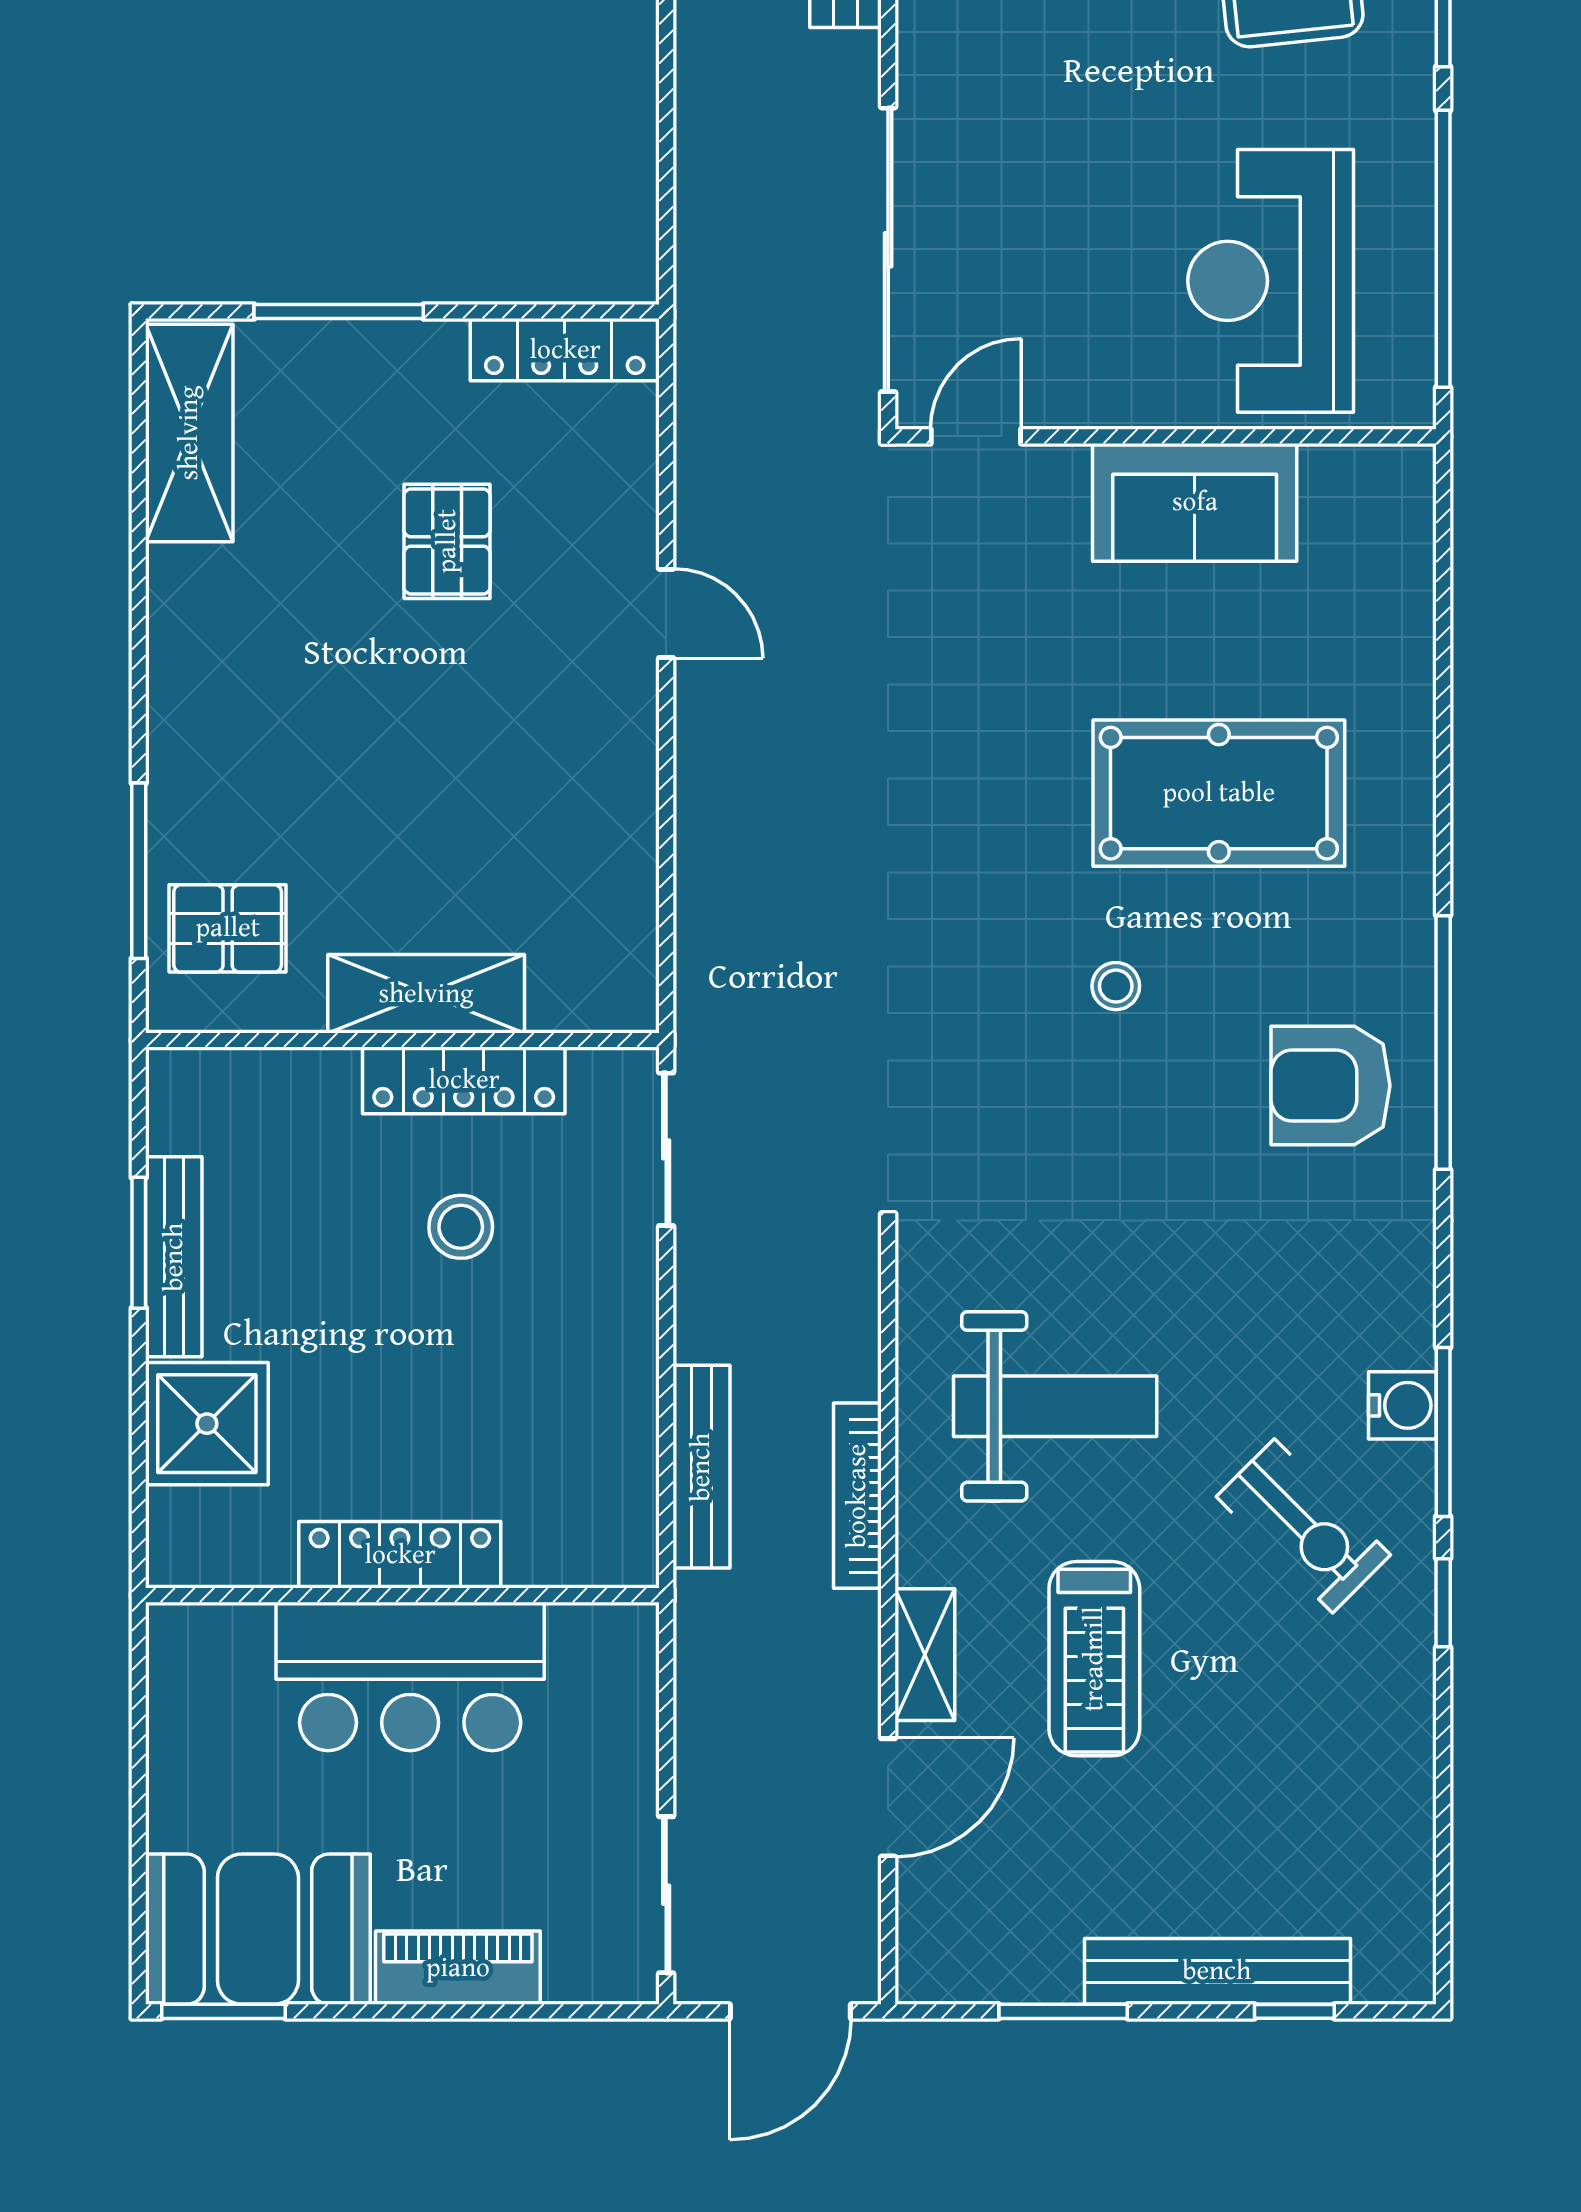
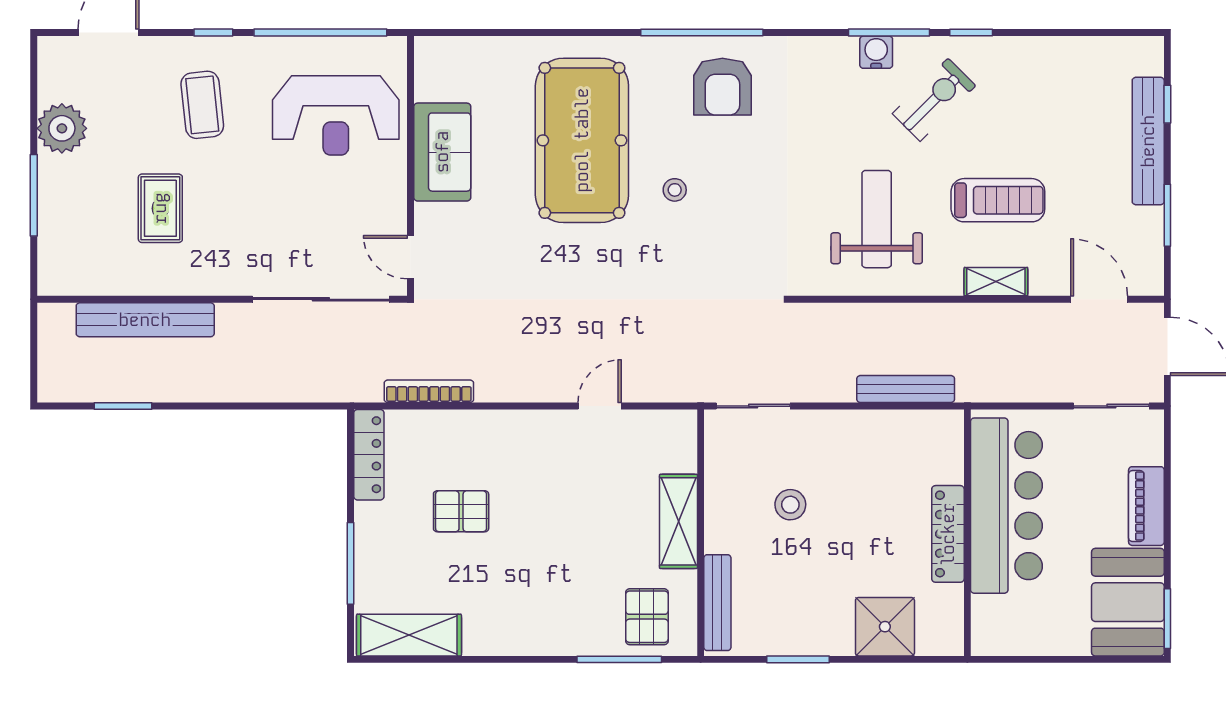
door: (666, 613) -> (600, 406), moved
pool table: (1219, 793) -> (582, 140), width x1.36, depth x1.32
locker: (464, 1080) -> (720, 503), removed
bench: (174, 1257) -> (717, 603), moved, turned 90
bookcase: (857, 1496) -> (429, 391), moved, turned 180
bar counter: (410, 1676) -> (1006, 506), width x1.36
door: (888, 1797) -> (1099, 299), moved

